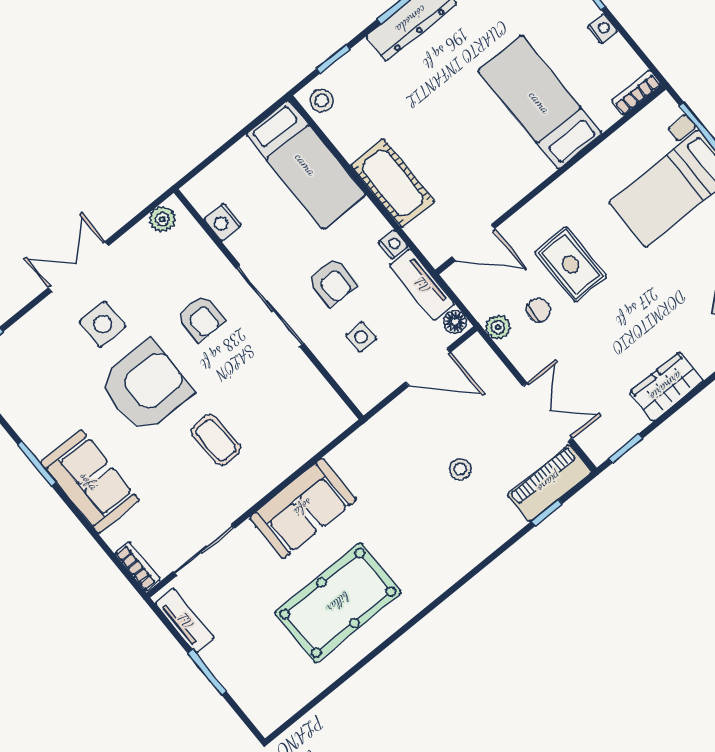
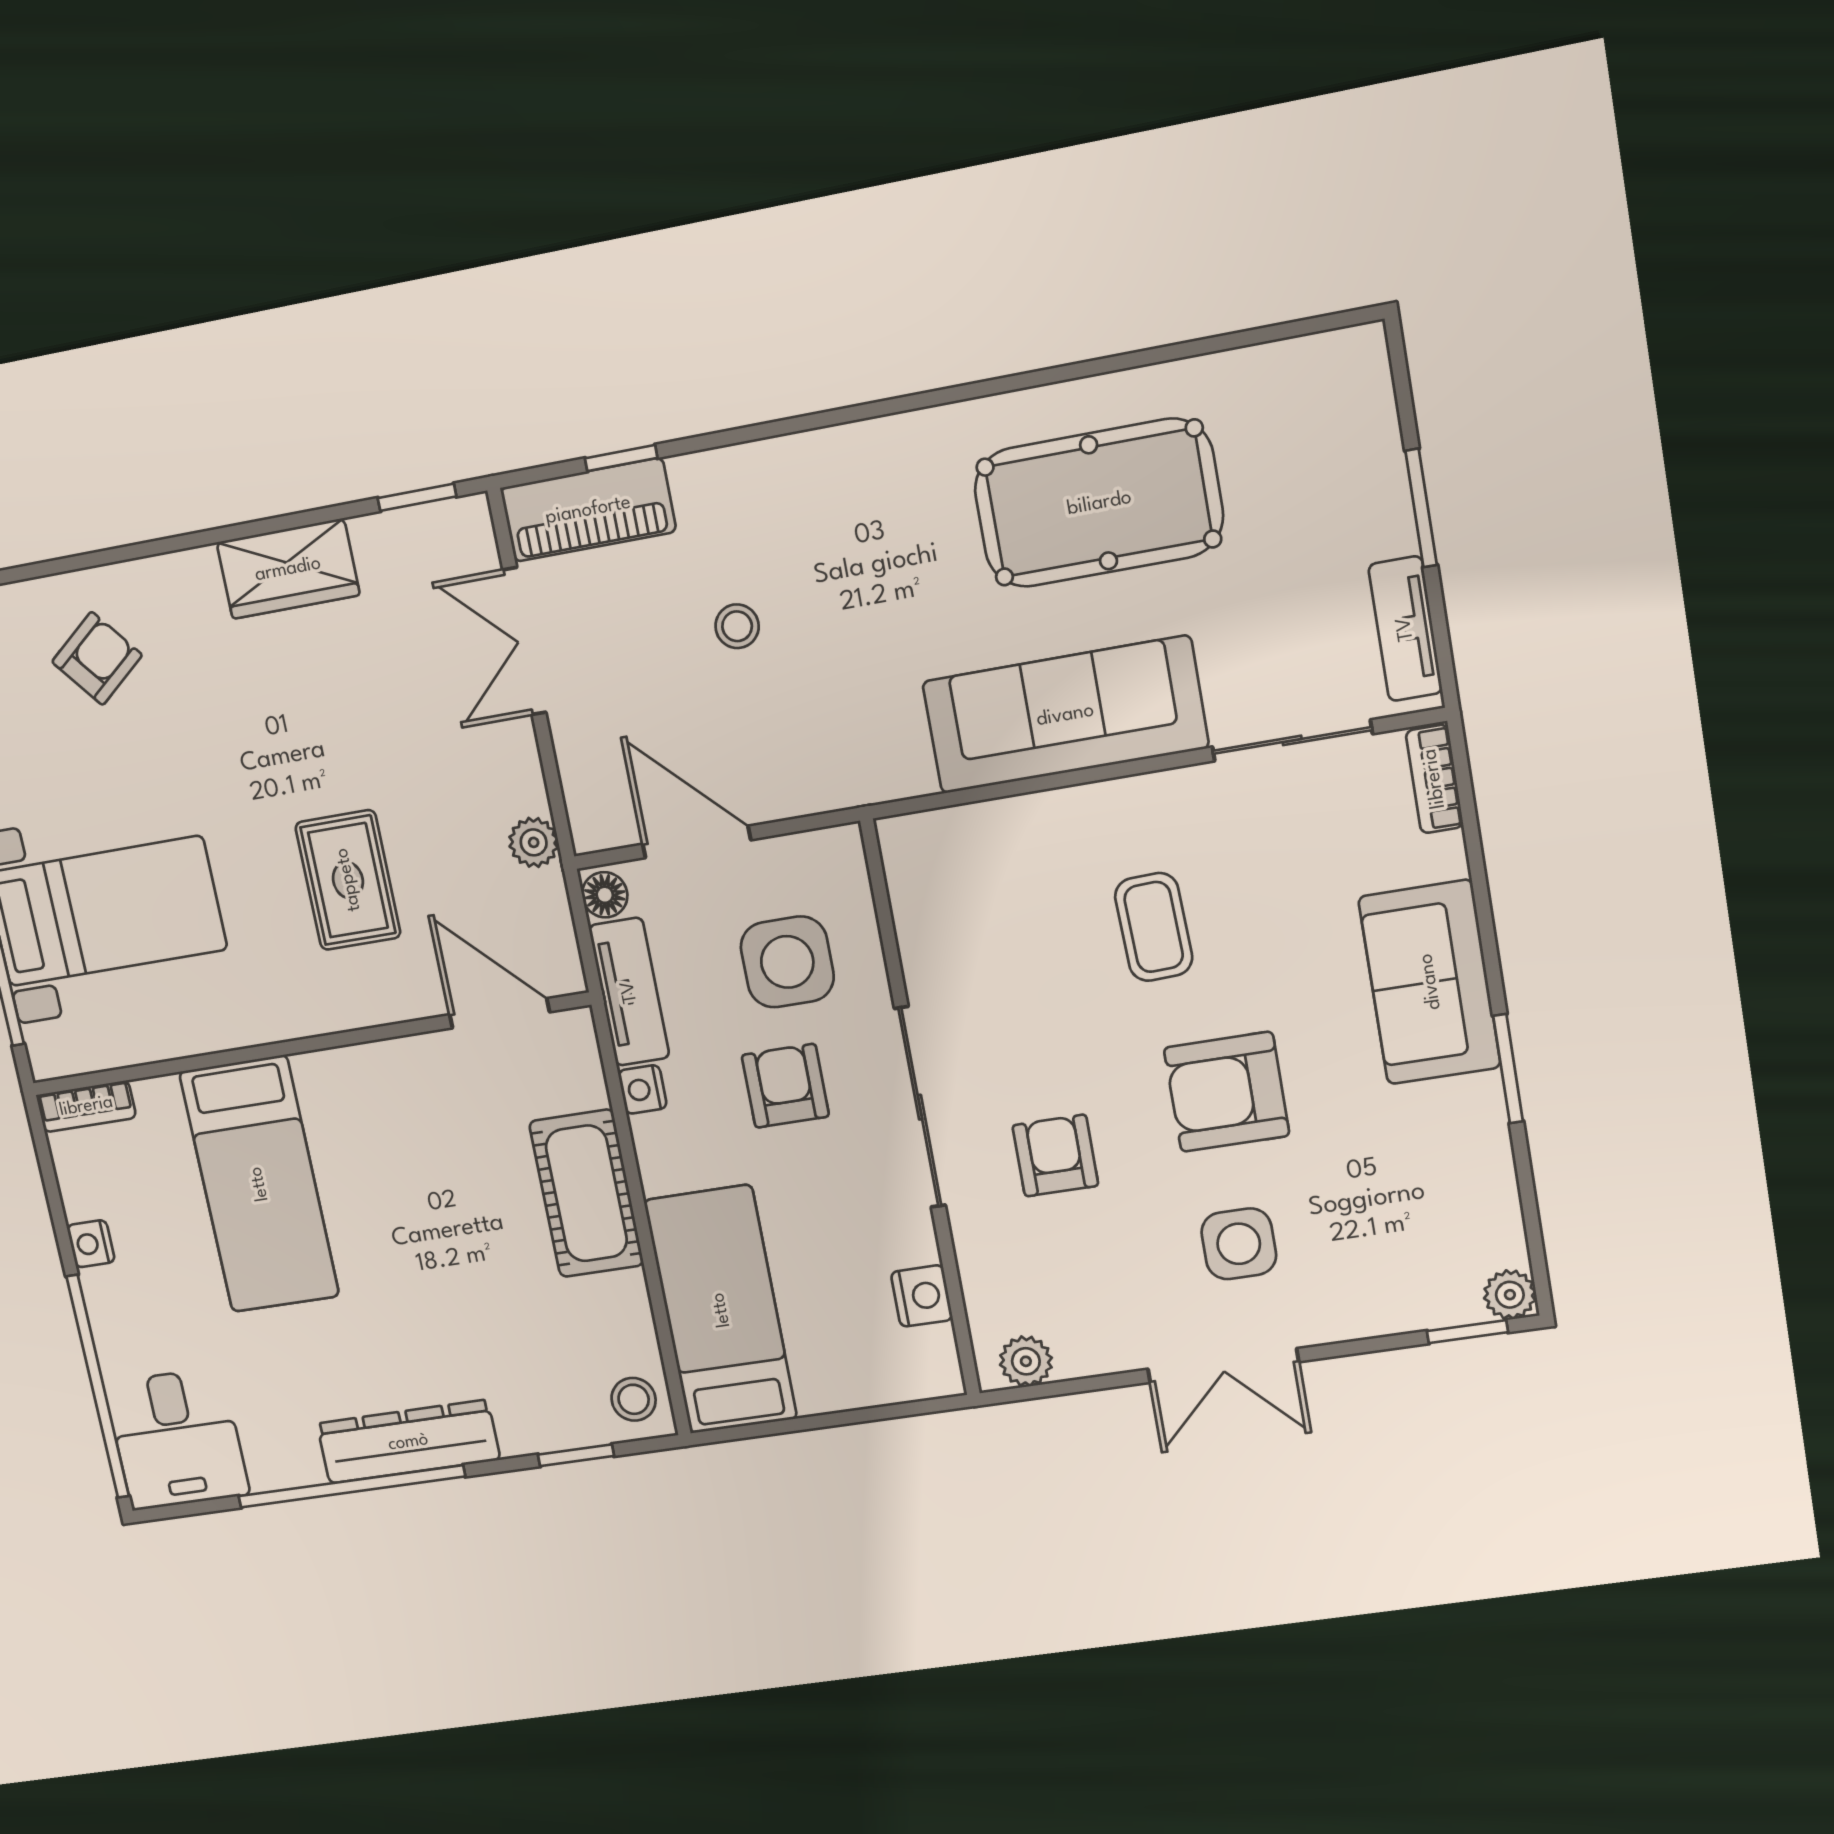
chair: (539, 310) -> (446, 832), removed
side table: (361, 337) -> (787, 962), width x1.87, depth x1.87
armchair: (145, 387) -> (1227, 1092), width x0.73, depth x0.73
sofa: (303, 508) -> (1065, 715), width x1.36

